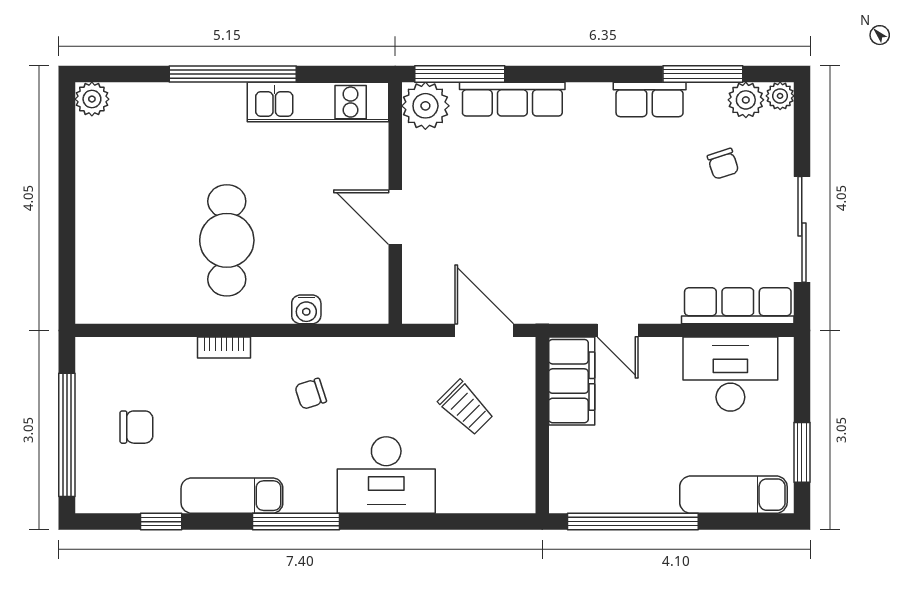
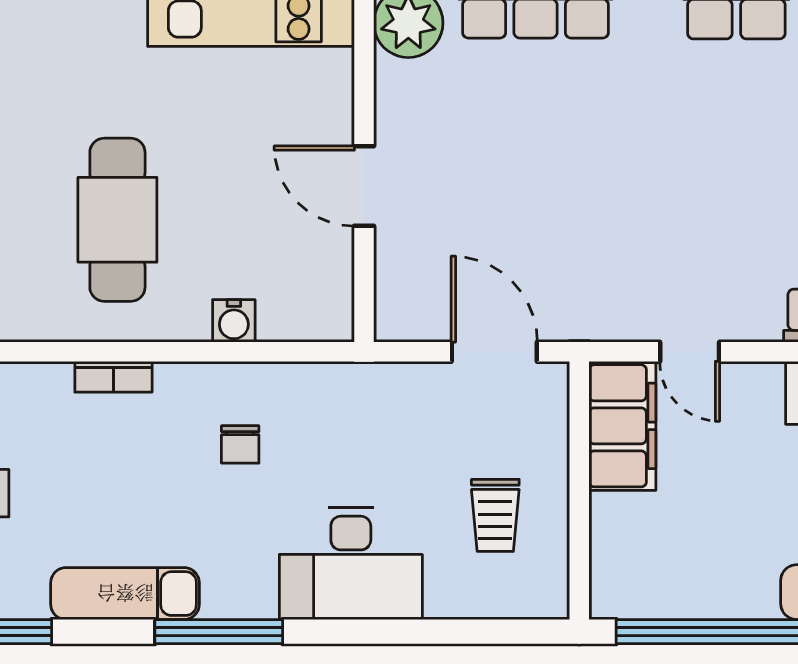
chair: (311, 394) -> (240, 444), turned -72
trolley: (466, 408) -> (495, 515), moved, turned 45

